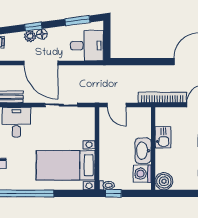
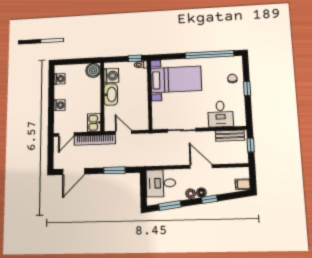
plant: (30, 36) -> (191, 194), moved
window: (140, 62) -> (114, 170), added
door: (41, 63) -> (201, 167), width x0.73
door: (117, 105) -> (123, 132), moved
kitchen sink: (163, 137) -> (94, 123), moved

